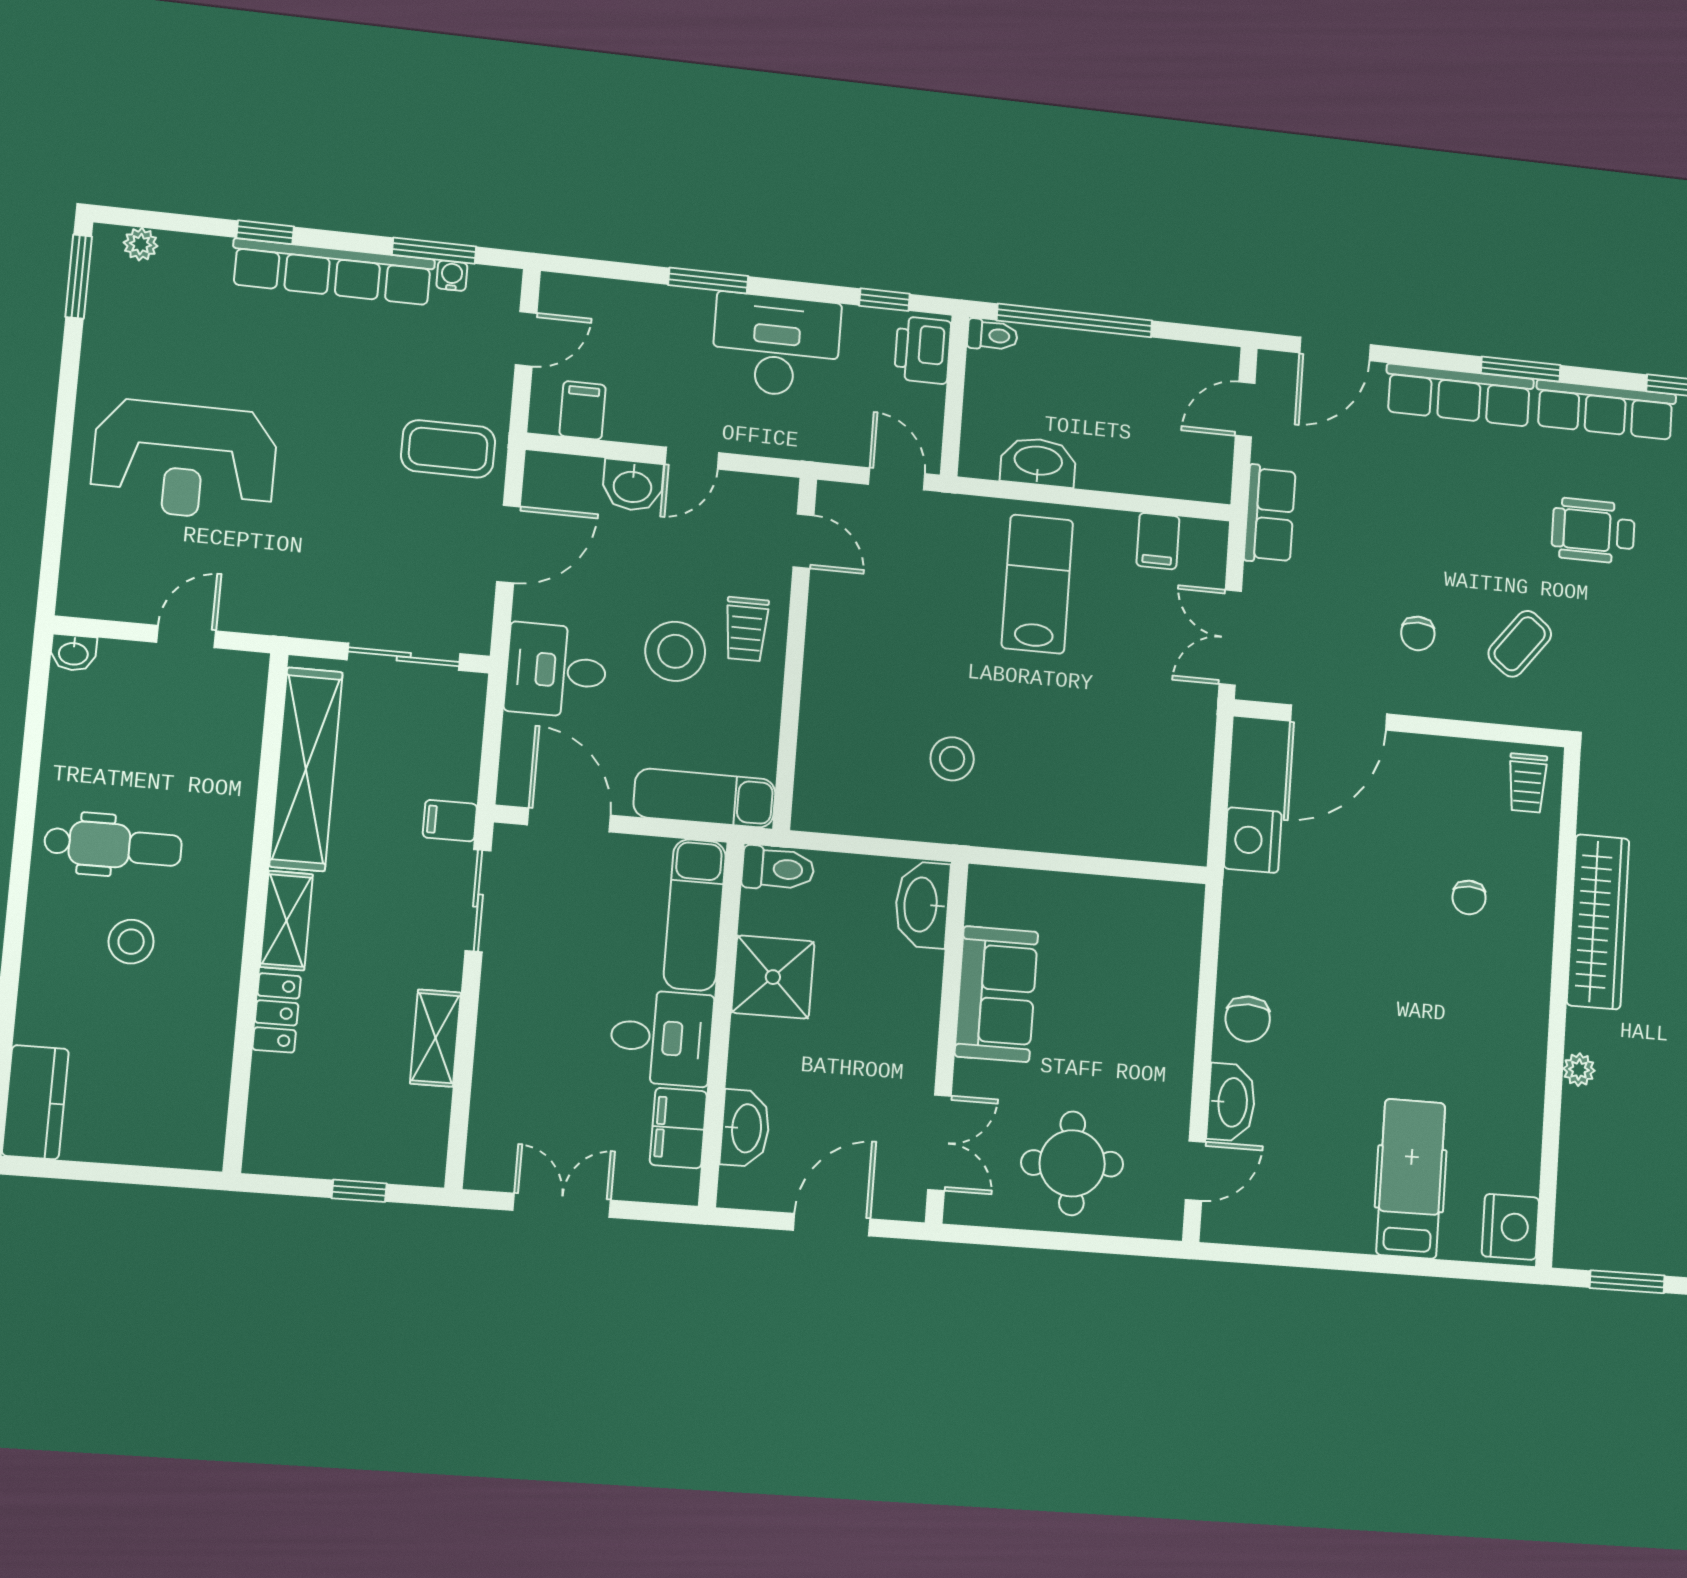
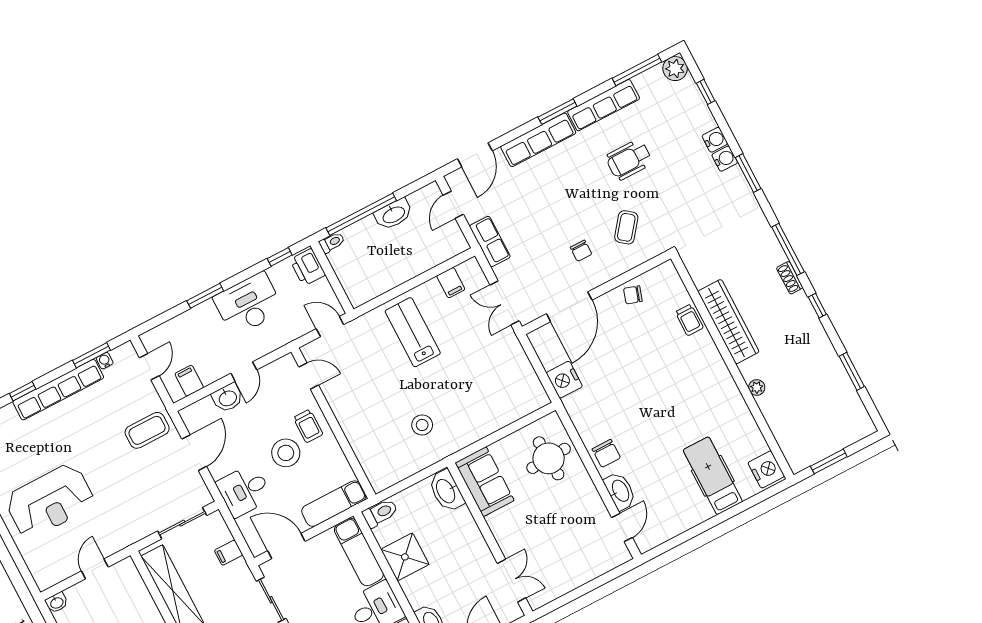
washbasin: (1038, 462) -> (394, 214), moved, turned 180
trolley: (1527, 783) -> (689, 320), moved
filing cabinet: (450, 821) -> (229, 553), moved
chair: (1469, 897) -> (633, 295), moved, turned 108
sofa: (996, 994) -> (485, 482), moved
round table: (1072, 1163) -> (549, 458), moved

